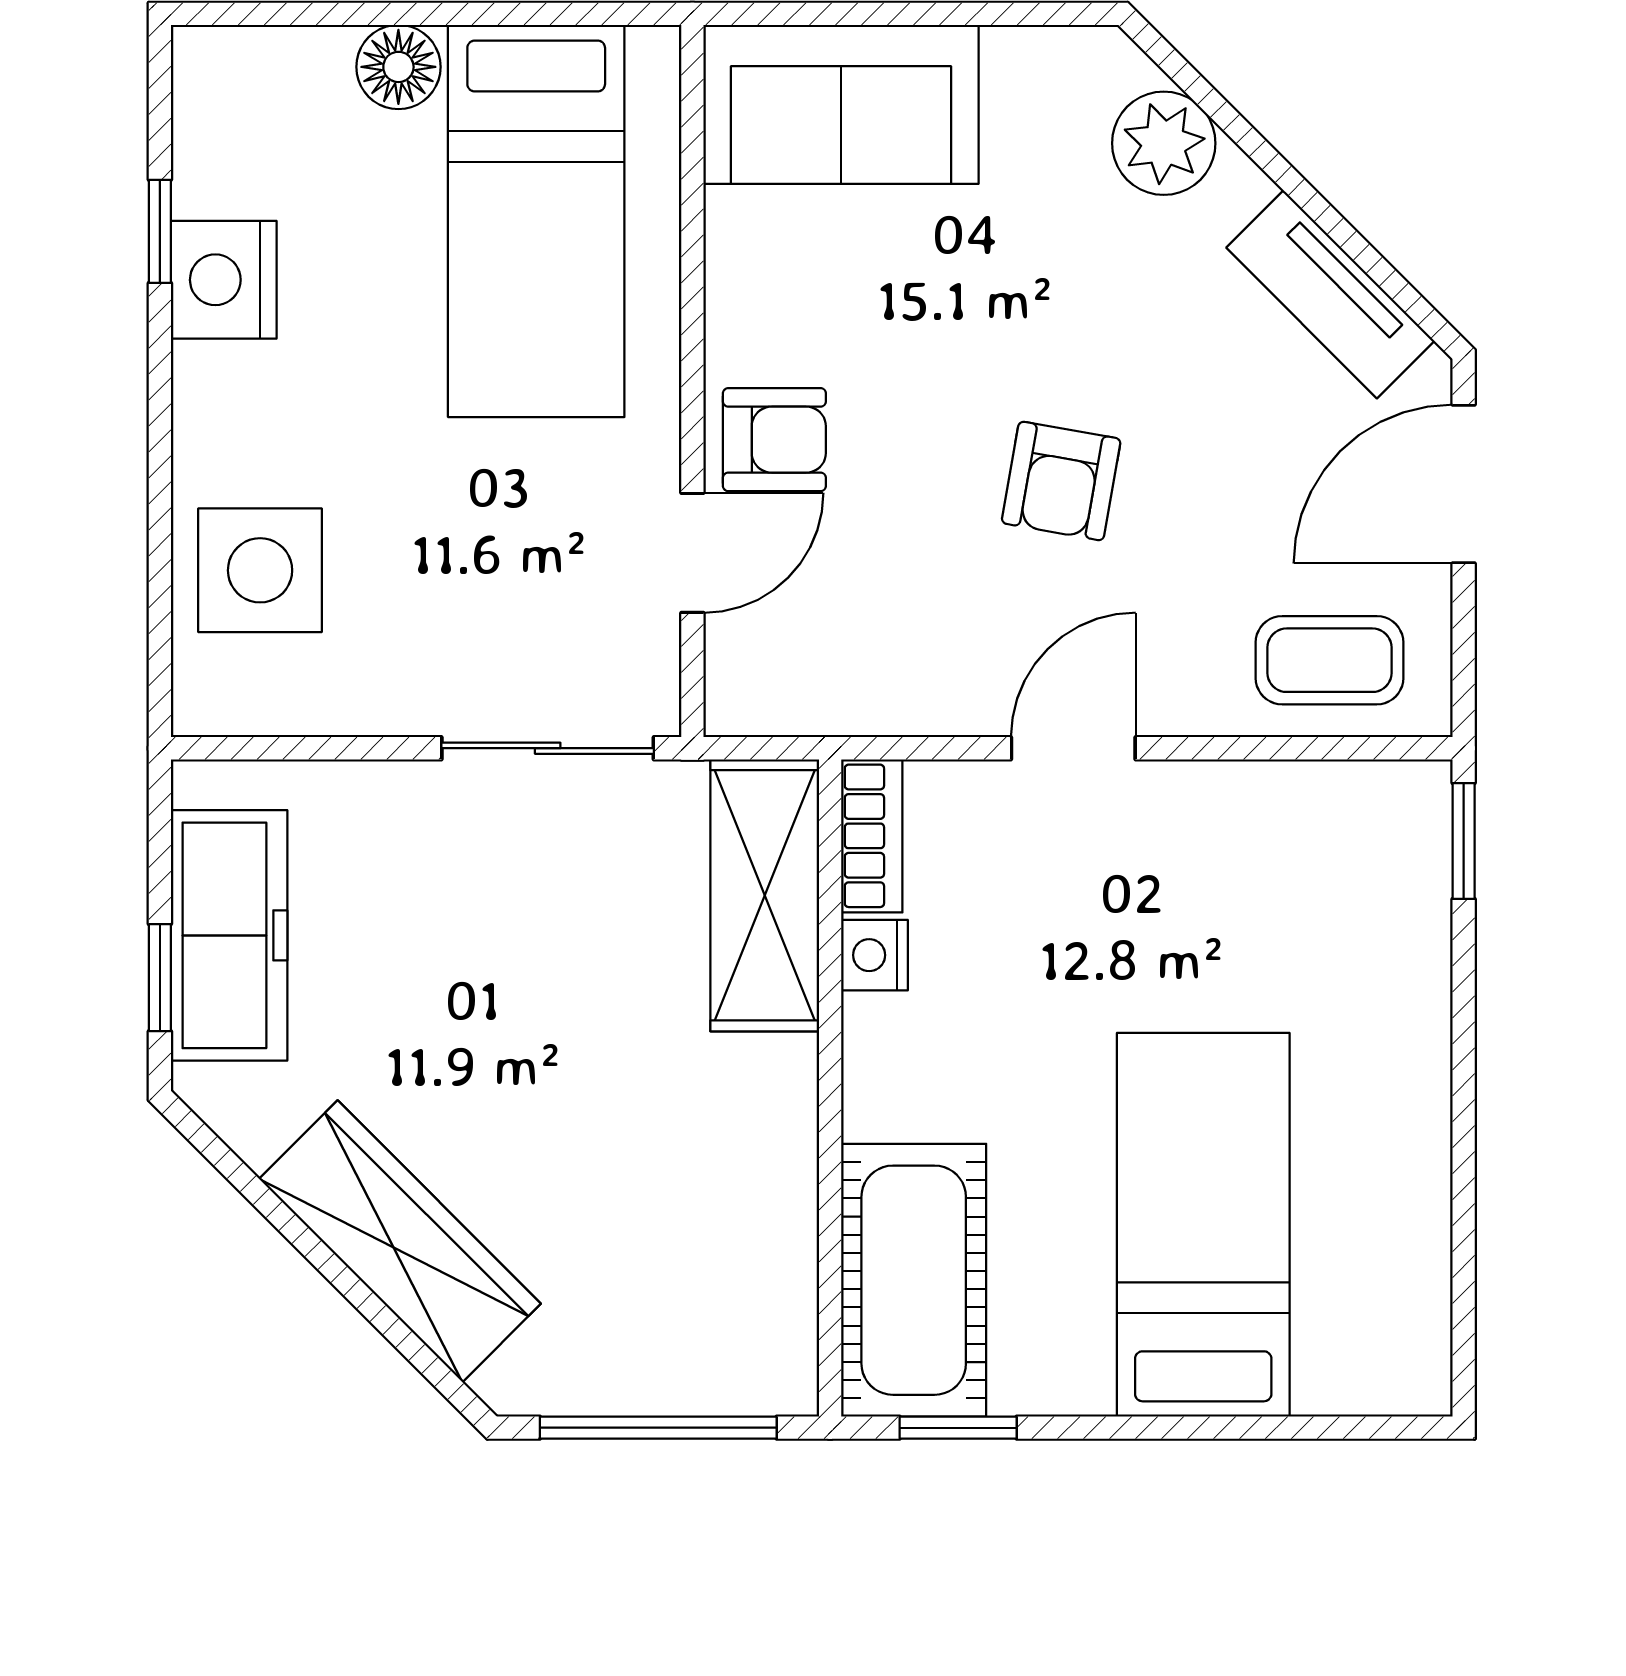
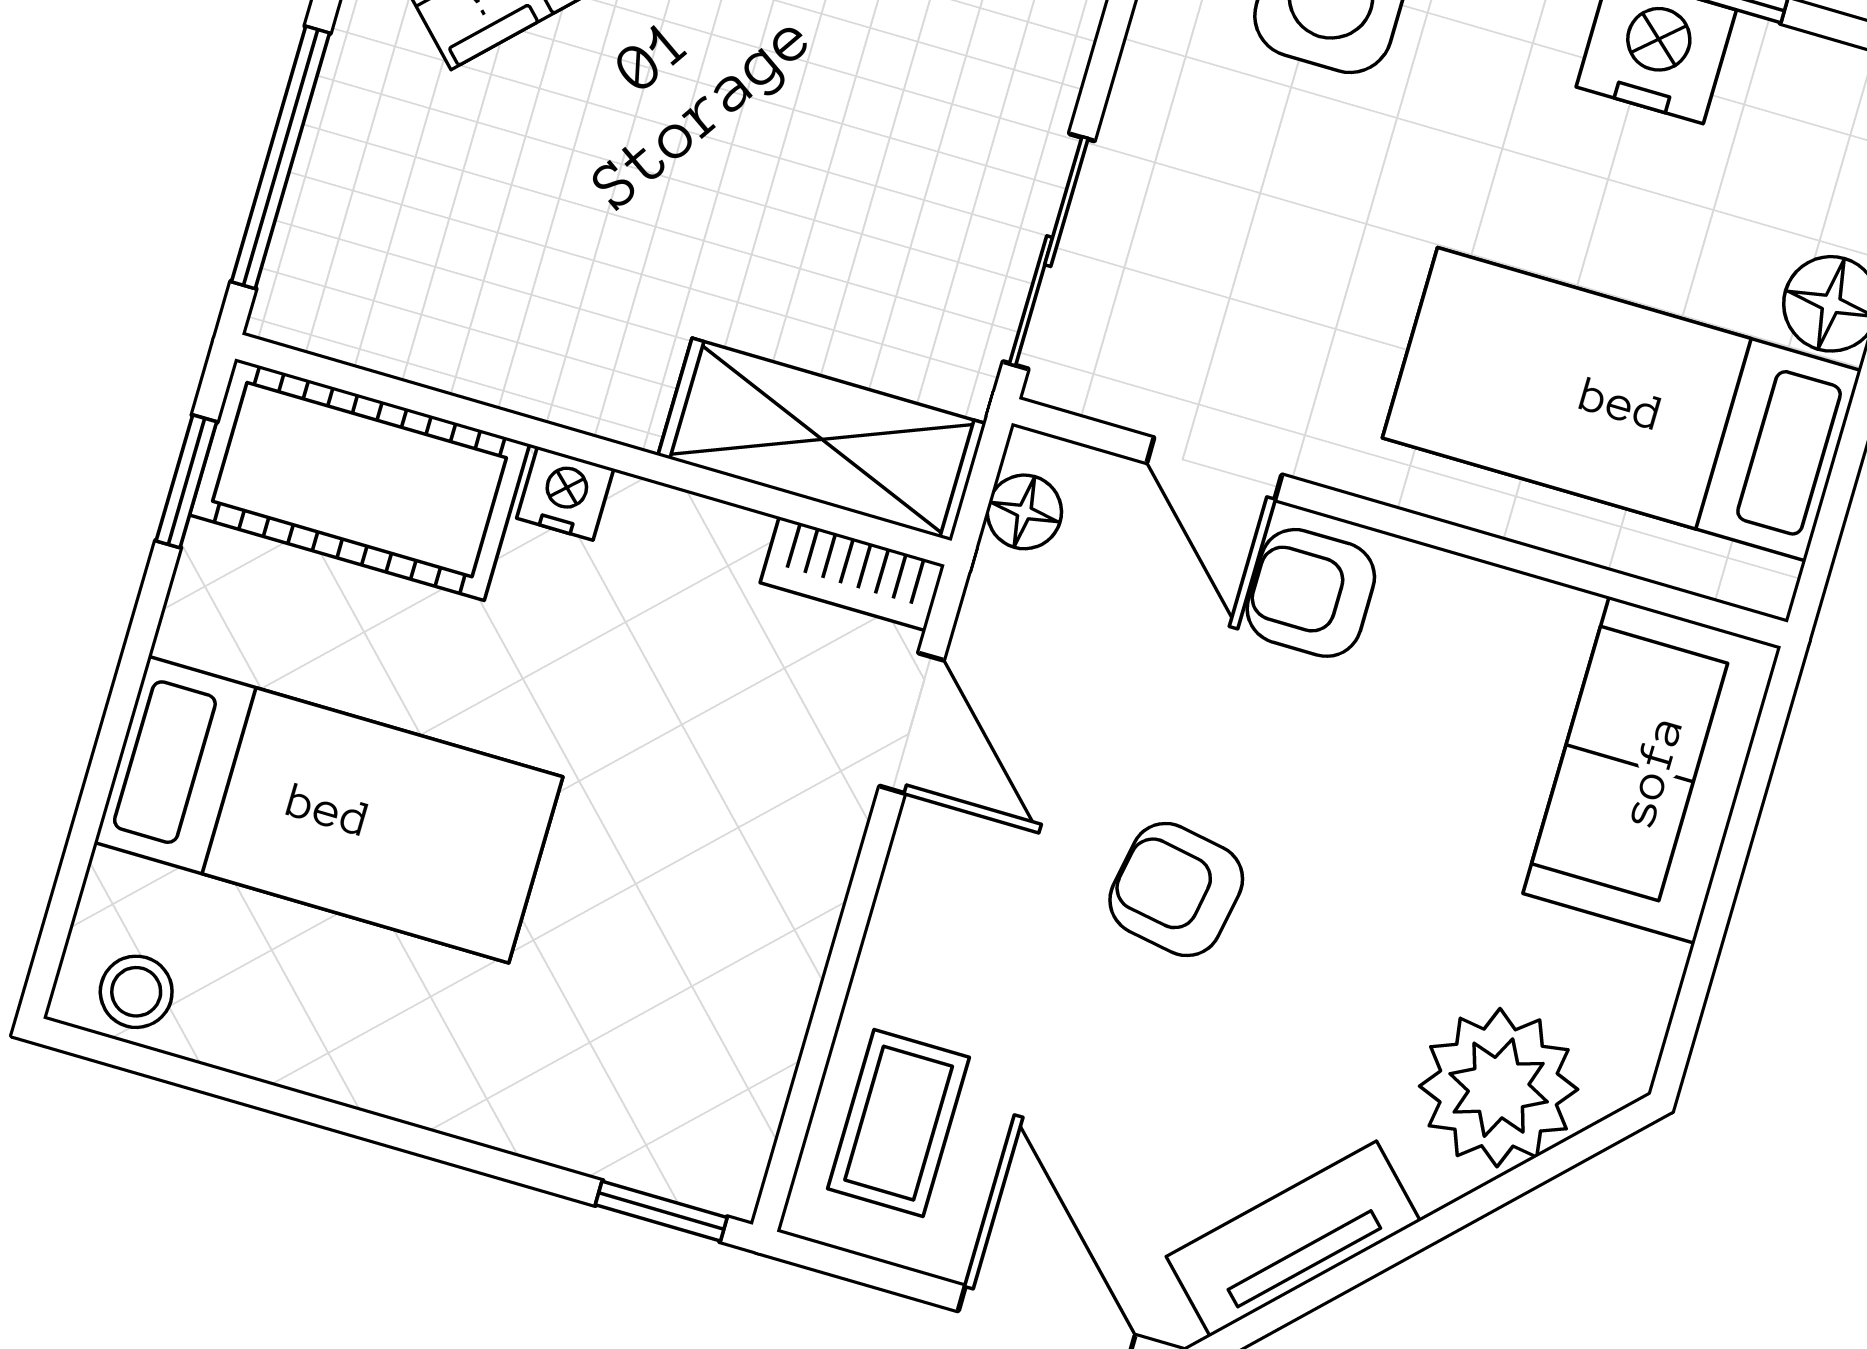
plant: (1164, 143) -> (1499, 1088), width x1.36, depth x1.36
armchair: (774, 440) -> (1311, 593), turned 90
floor lamp: (776, 704) -> (1024, 512), added
door: (1073, 748) -> (912, 723), moved
nightstand: (874, 955) -> (565, 493), moved
stool: (1407, 1344) -> (136, 992), added

